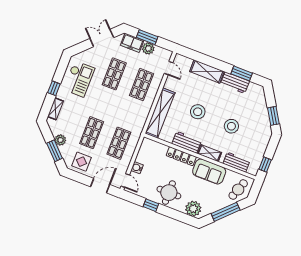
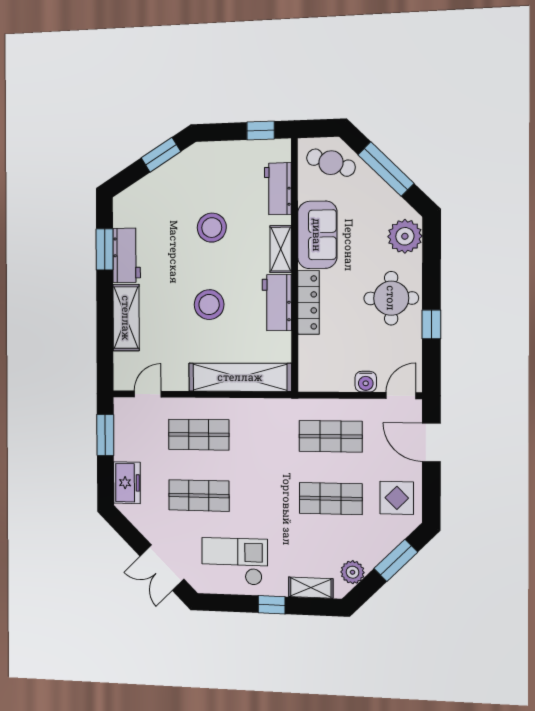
window: (147, 37) -> (105, 435), moved
double door: (102, 38) -> (162, 568), moved
plant: (148, 48) -> (126, 448), removed
plant: (60, 140) -> (353, 572), moved

